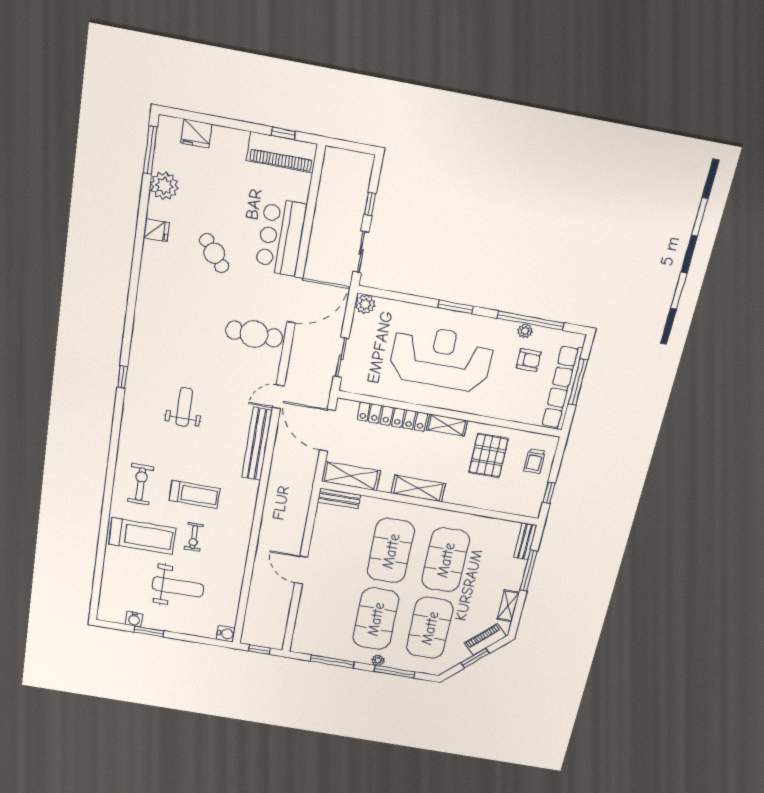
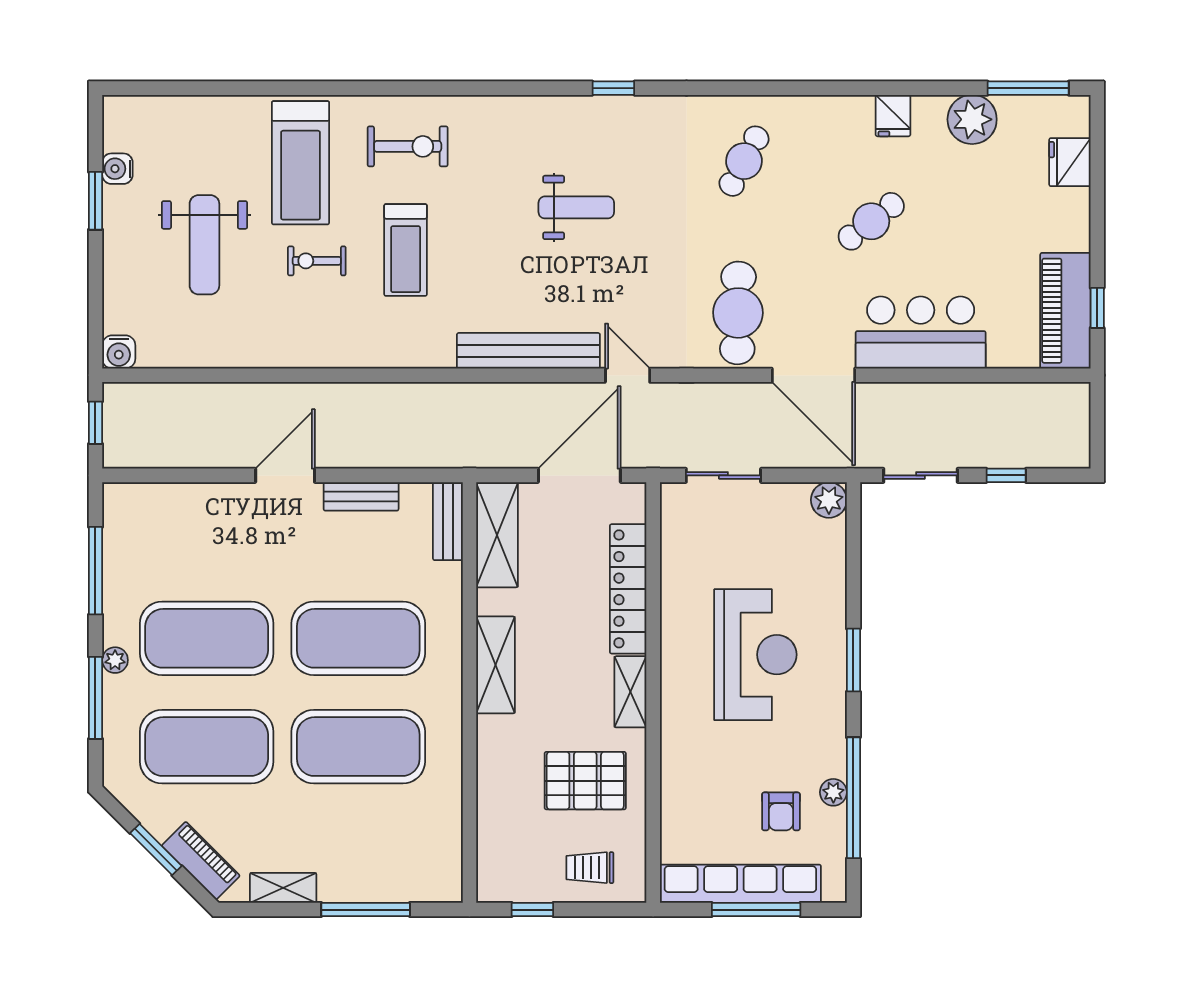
cafe table: (171, 316) -> (744, 161), added
reception desk: (441, 358) -> (755, 655), width x0.74, depth x0.77
bench: (525, 541) -> (361, 496), moved

